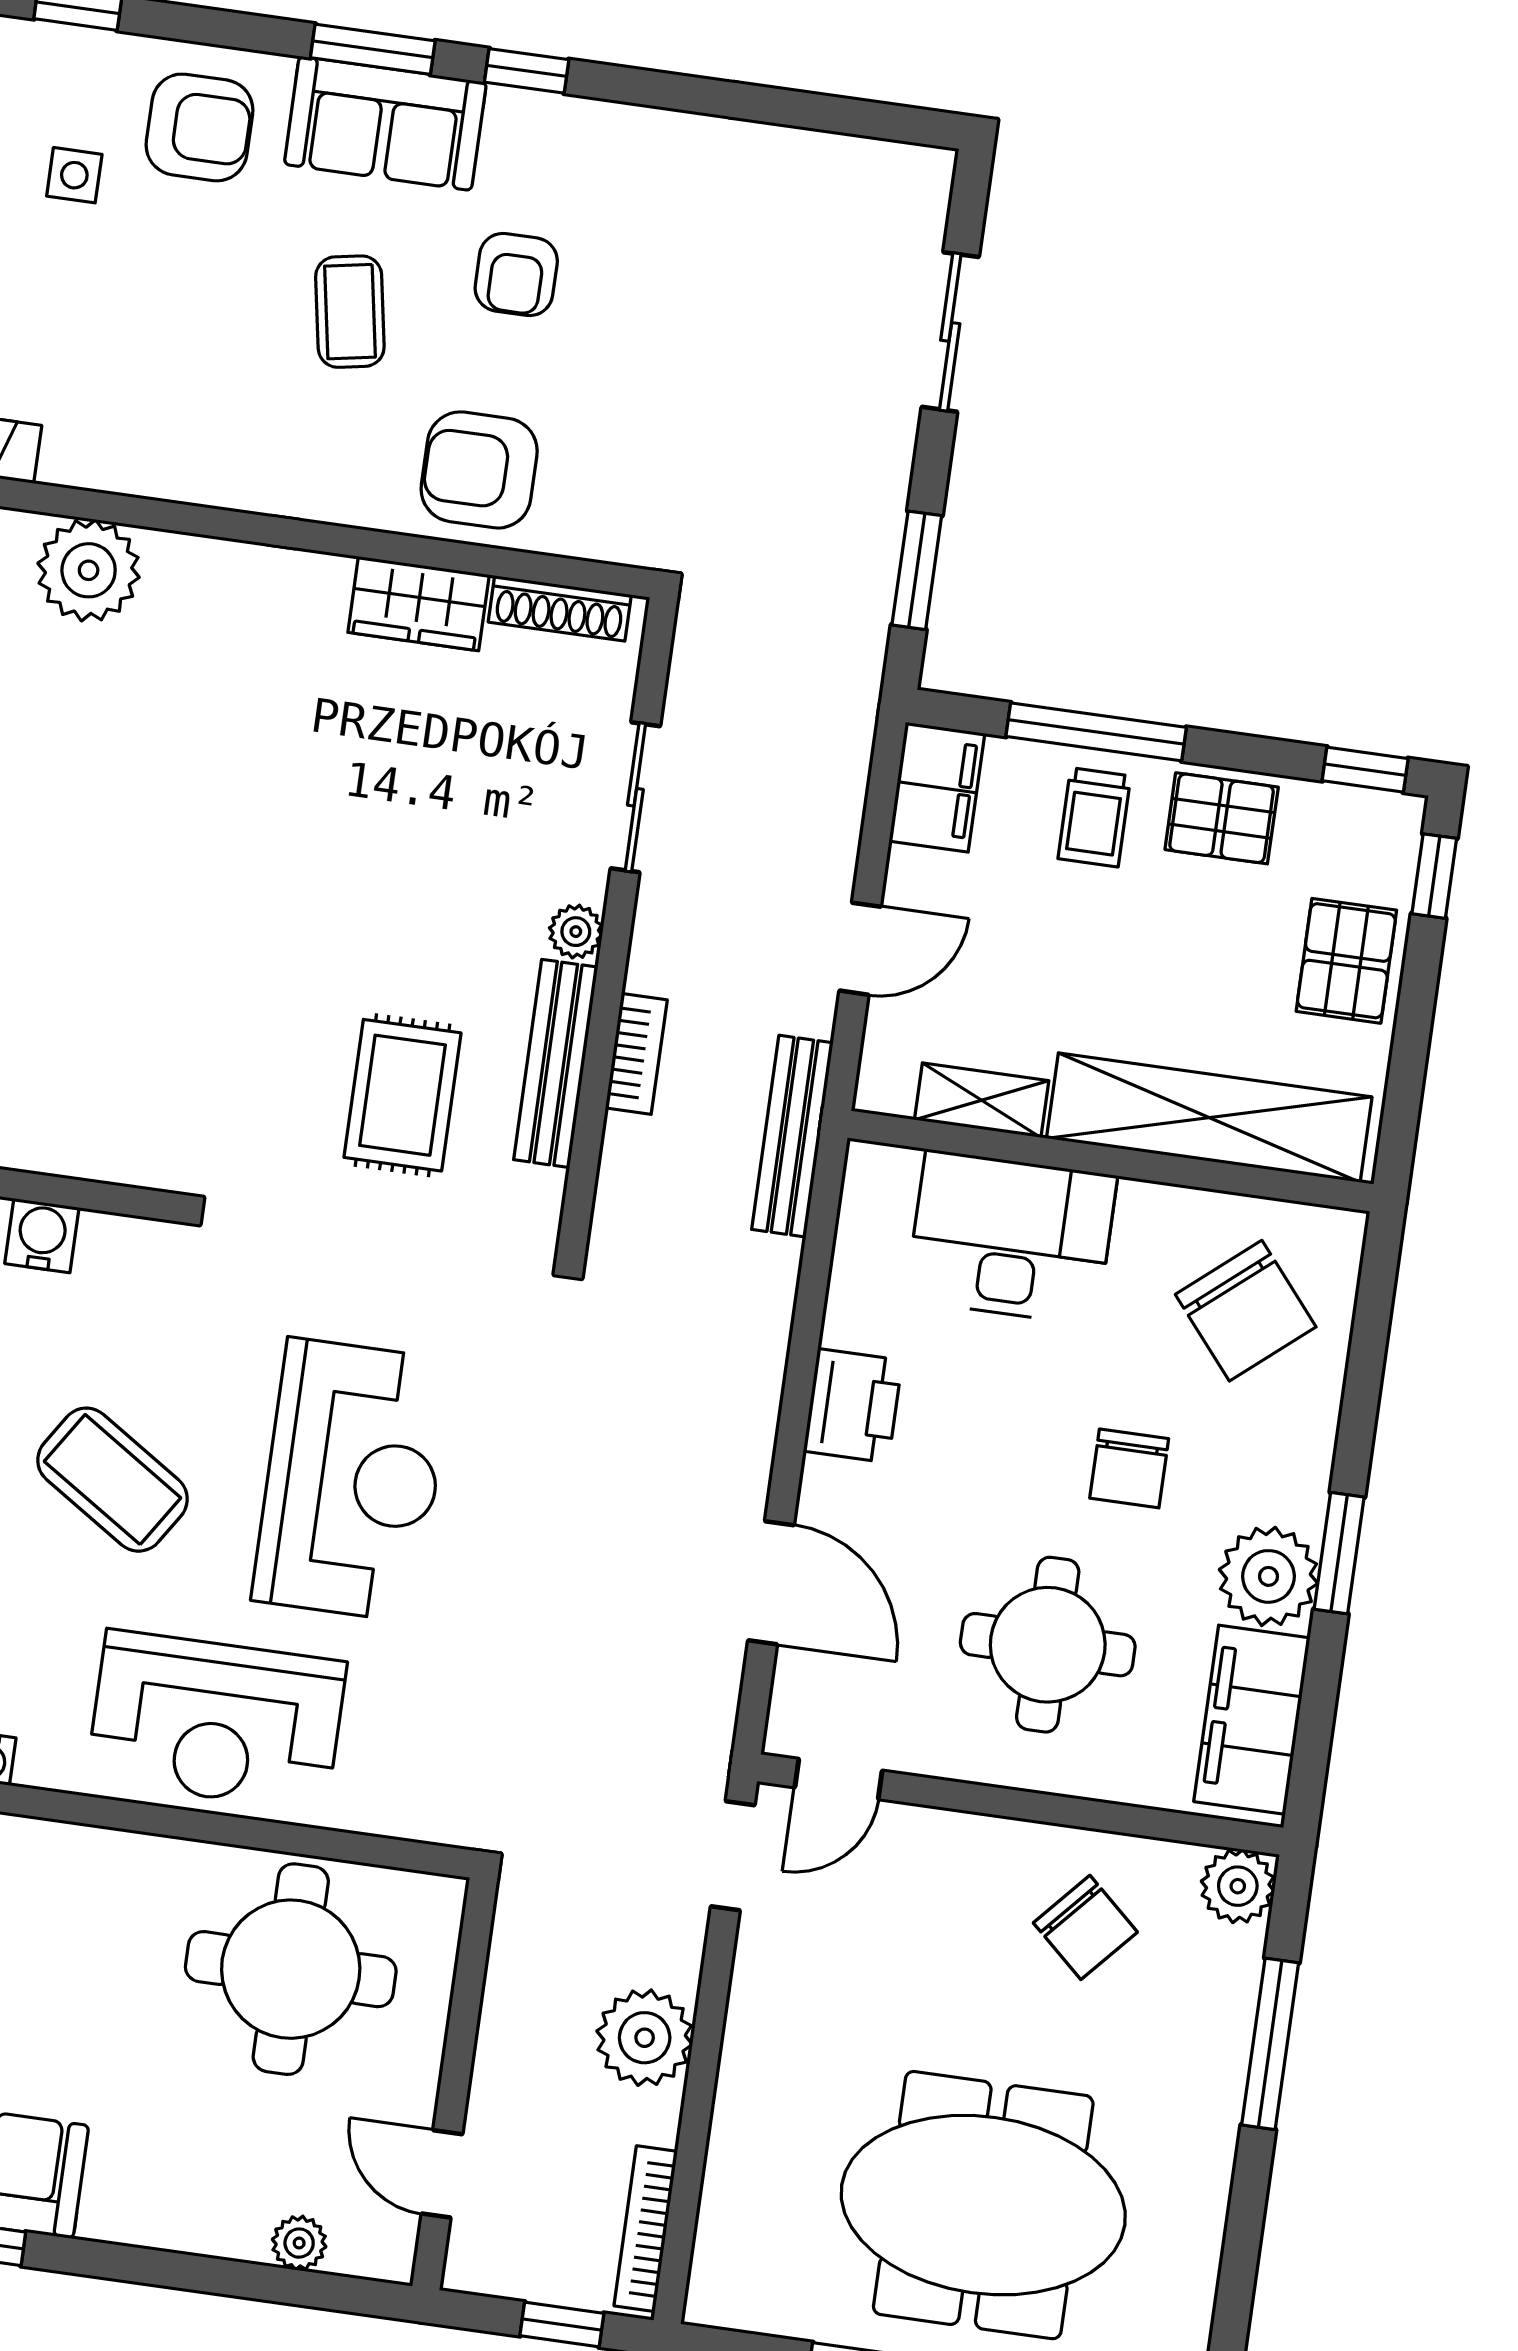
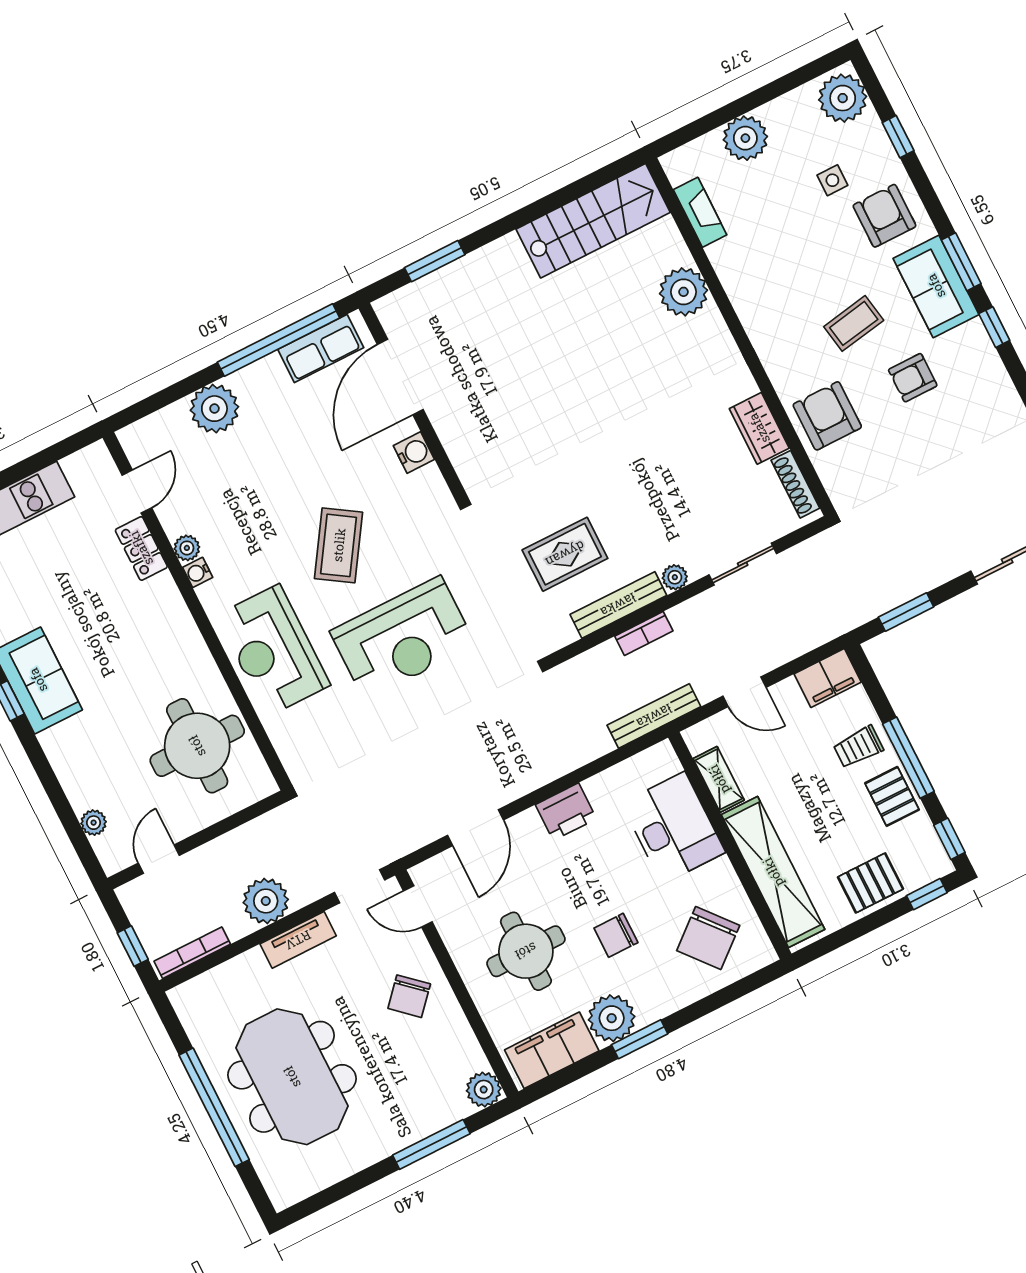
armchair: (199, 127) -> (884, 216), turned 180
window: (1096, 732) -> (908, 758), moved
chair: (1085, 1927) -> (409, 996), moved
tv unit: (752, 2028) -> (298, 940), added

